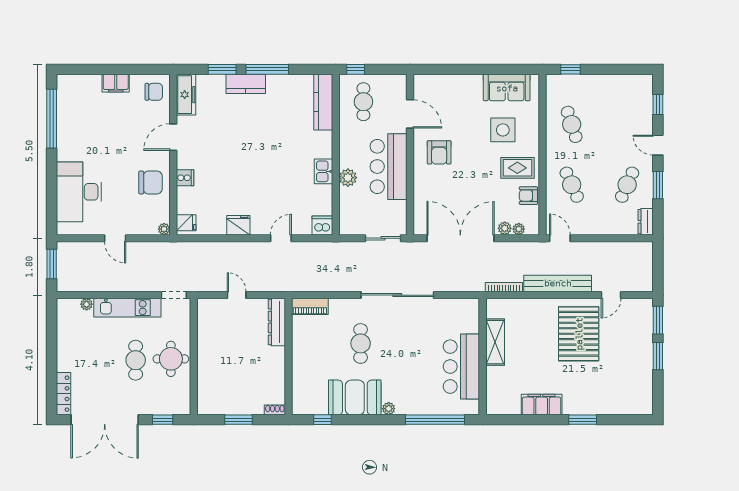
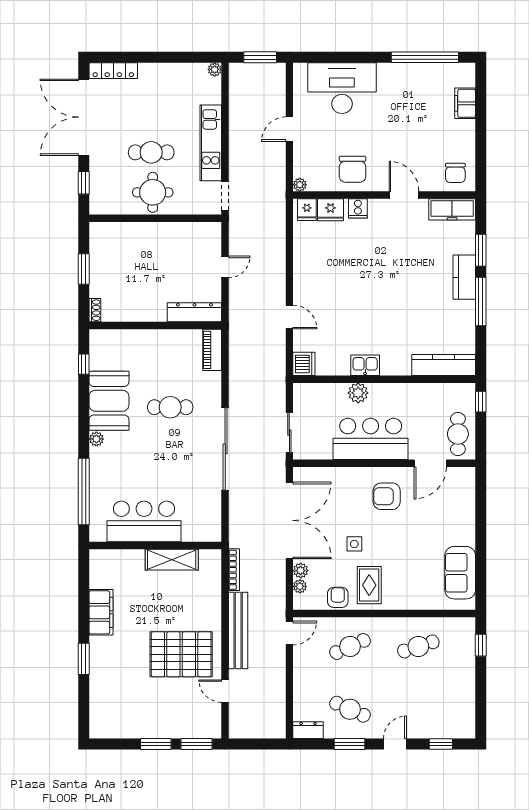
filing cabinet: (116, 83) -> (465, 103), moved
cafe table: (363, 102) -> (458, 434), moved, turned 90
side table: (503, 130) -> (354, 544), moved, width x0.54, depth x0.54
fridge: (238, 225) -> (331, 210), moved, turned 90
plant: (87, 304) -> (215, 69), moved

